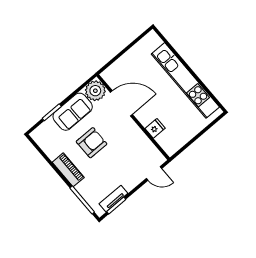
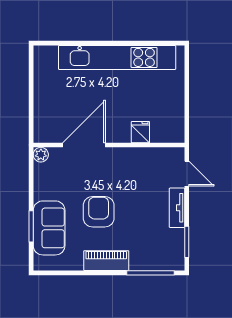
plant: (95, 91) -> (41, 155), width x0.53, depth x0.53
sofa: (73, 112) -> (49, 228), moved
door: (154, 173) -> (187, 174), hinge flipped
tv unit: (113, 199) -> (177, 208), moved

